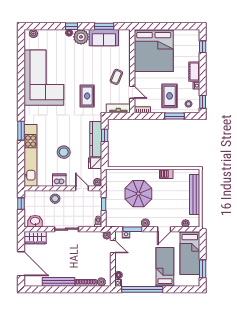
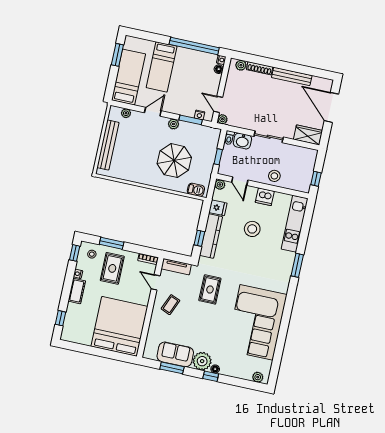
kitchen unit: (31, 155) -> (295, 224), width x0.73
barbecue: (166, 174) -> (196, 190), moved
washbasin: (35, 221) -> (242, 141), moved

